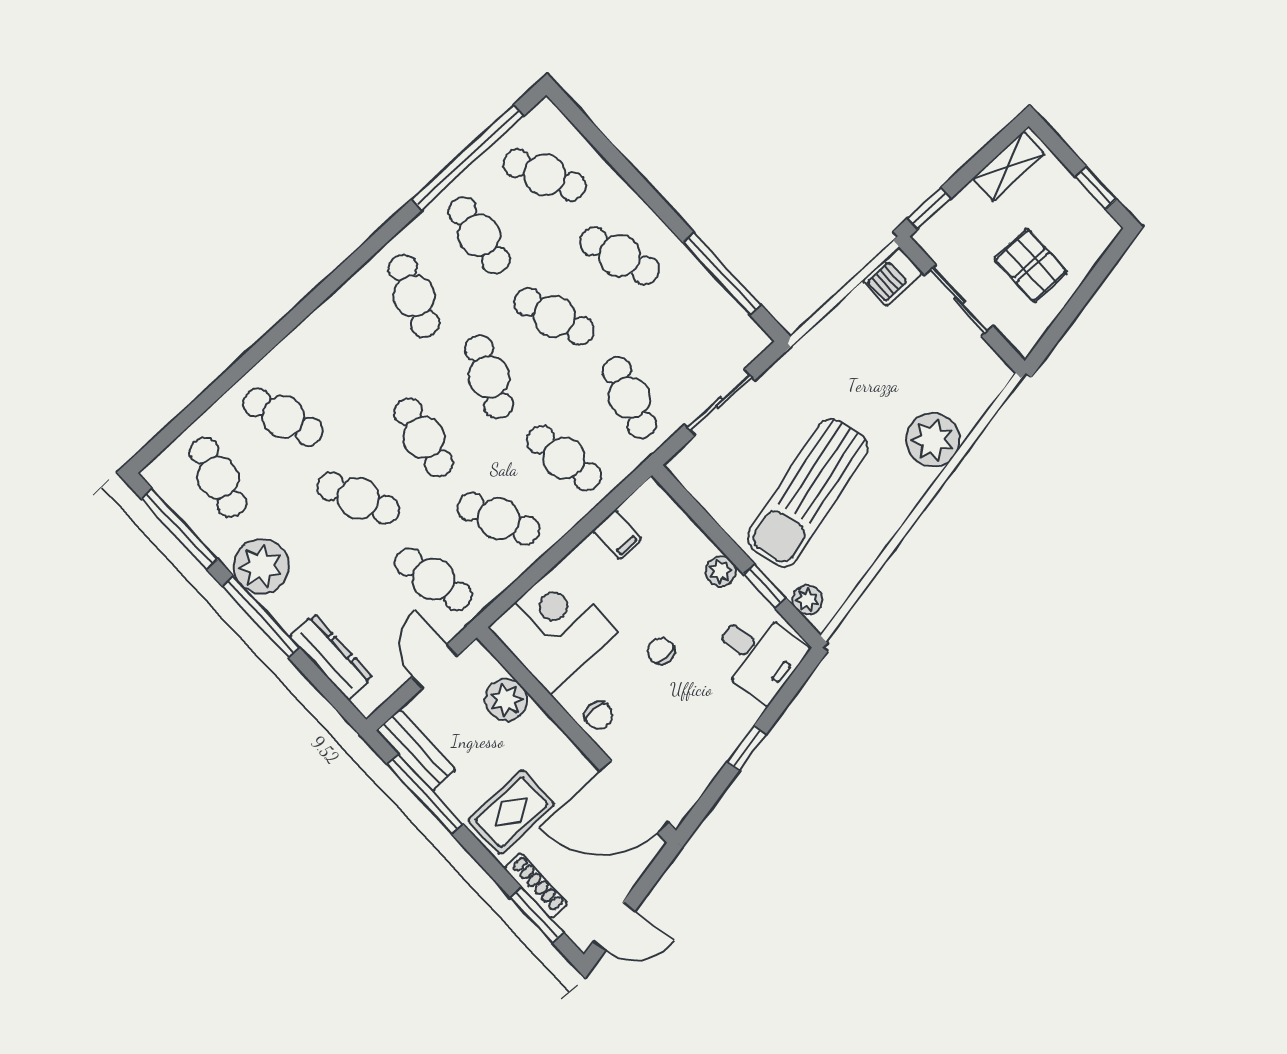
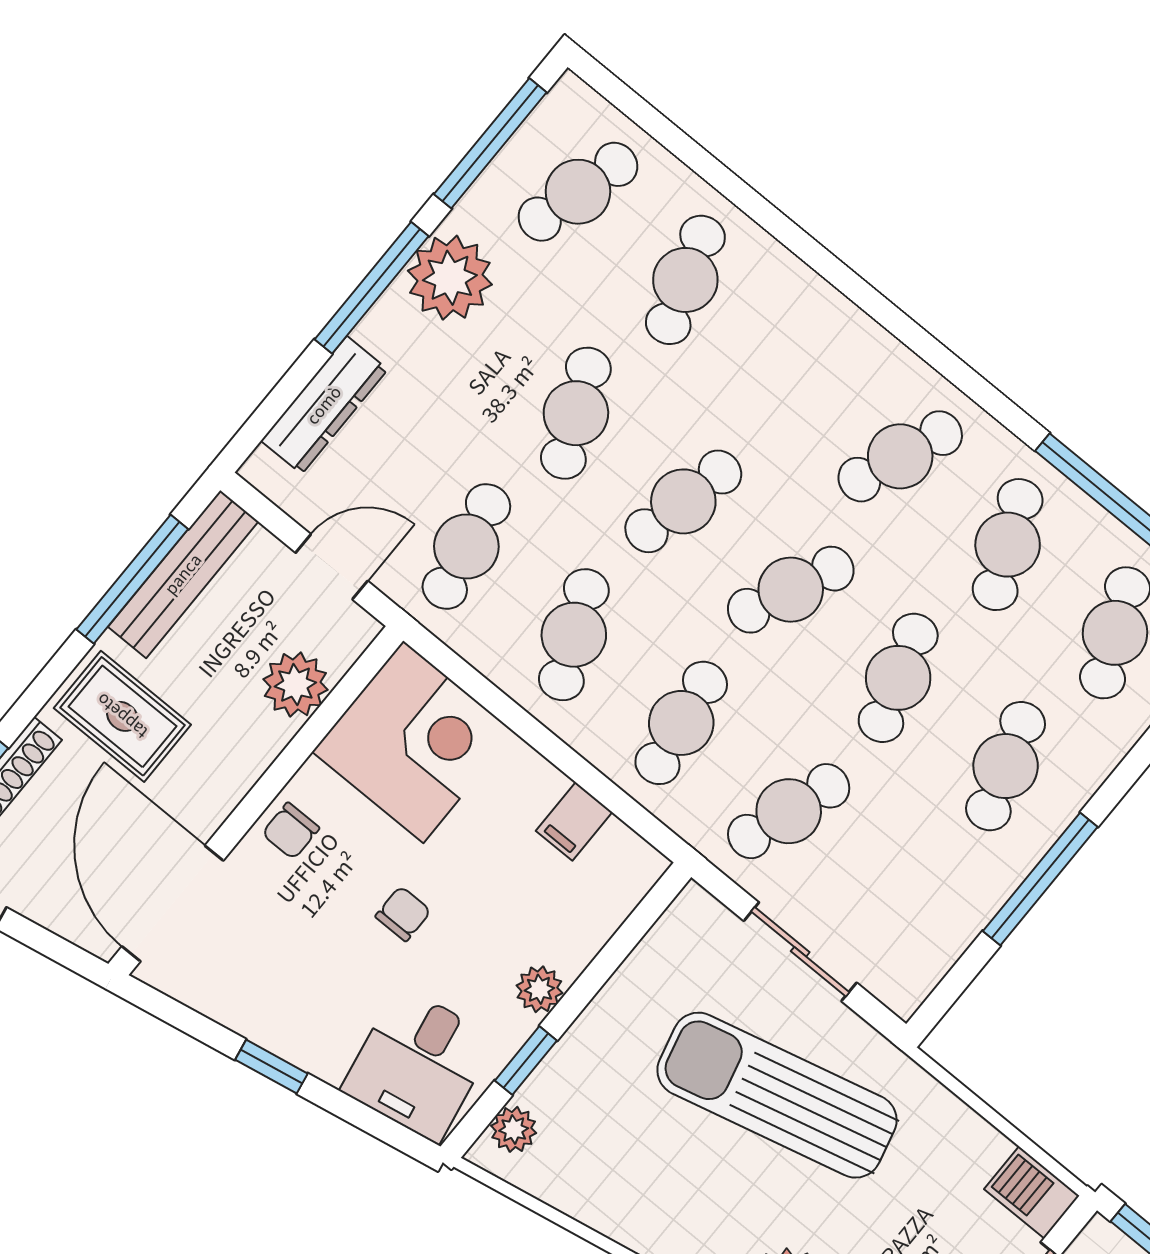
cafe table: (479, 235) -> (1008, 545), turned -33
window: (722, 274) -> (1040, 879), moved
sun lounger: (808, 493) -> (777, 1095), moved
bench: (416, 750) -> (183, 574), width x1.36

